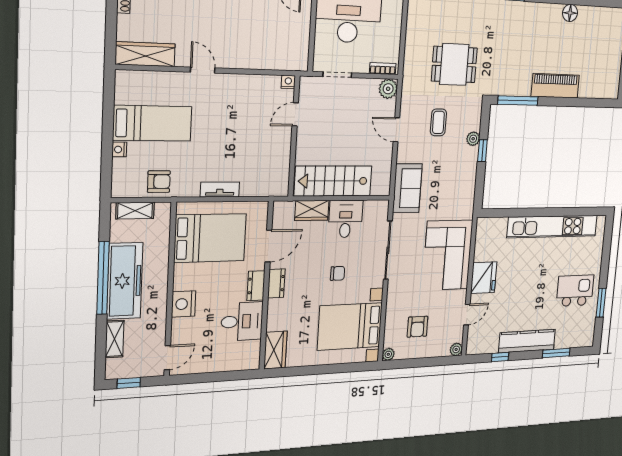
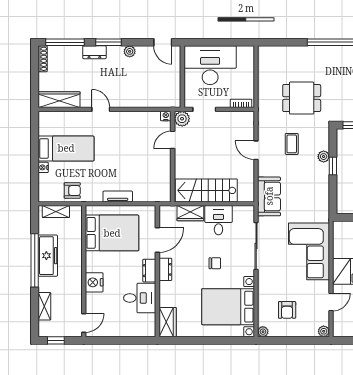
plant: (388, 89) -> (182, 119), moved
freezer: (125, 281) -> (48, 256), width x0.73, depth x0.79

